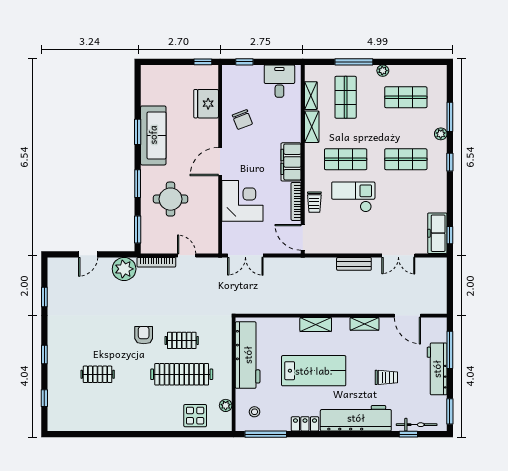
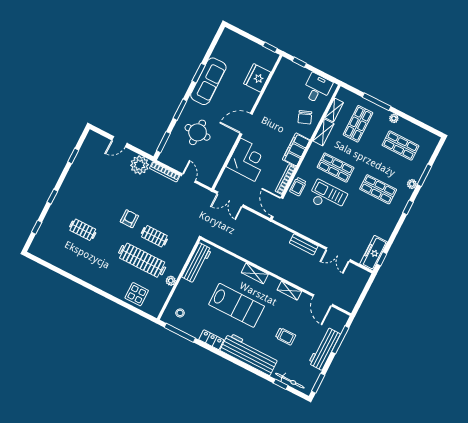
chair: (242, 120) -> (305, 117), moved
workbench: (248, 355) -> (197, 263), width x0.73, depth x0.76
plant: (226, 405) -> (171, 281), moved

